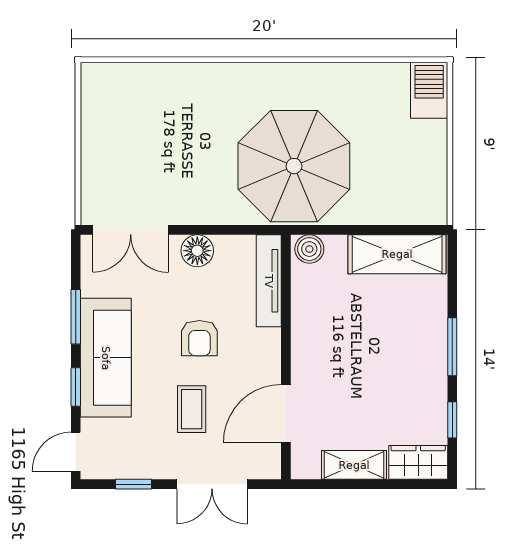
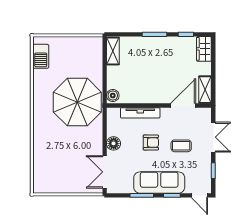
barbecue: (429, 90) -> (41, 56), moved, turned -90
double door: (131, 230) -> (105, 172), swing flipped
shelving: (397, 254) -> (113, 51), width x0.67, depth x0.75
tv unit: (269, 281) -> (140, 113), moved
door: (286, 414) -> (183, 105), swing flipped
shelving: (354, 465) -> (205, 90), moved

